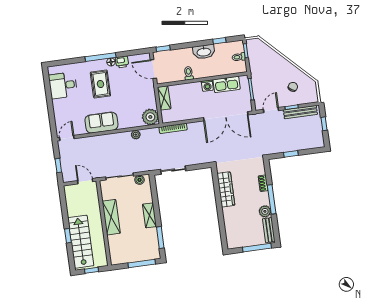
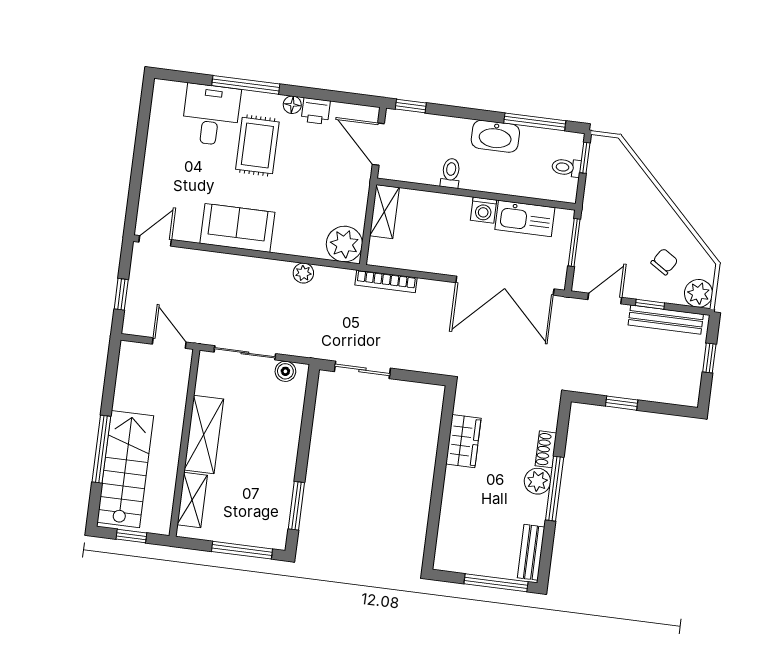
window: (219, 41) -> (535, 122), width x2.17
window: (100, 57) -> (246, 85), moved
desk: (63, 85) -> (211, 115), moved, turned 90
plant: (312, 97) -> (699, 293), added
wardrobe: (226, 189) -> (463, 441), width x0.67
plant: (265, 211) -> (537, 481), moved
shelving: (149, 215) -> (192, 500), moved
window: (68, 236) -> (101, 449), width x2.17

